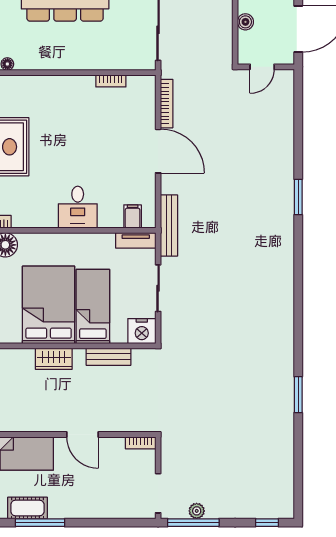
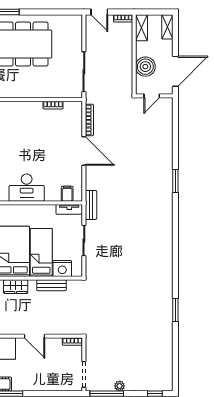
boiler: (245, 22) -> (145, 67), width x1.86, depth x1.86
desk: (78, 207) -> (27, 188), width x1.37
bench: (169, 226) -> (91, 205), width x0.73
nightstand: (142, 331) -> (62, 269), moved
plant: (197, 511) -> (120, 386), moved

